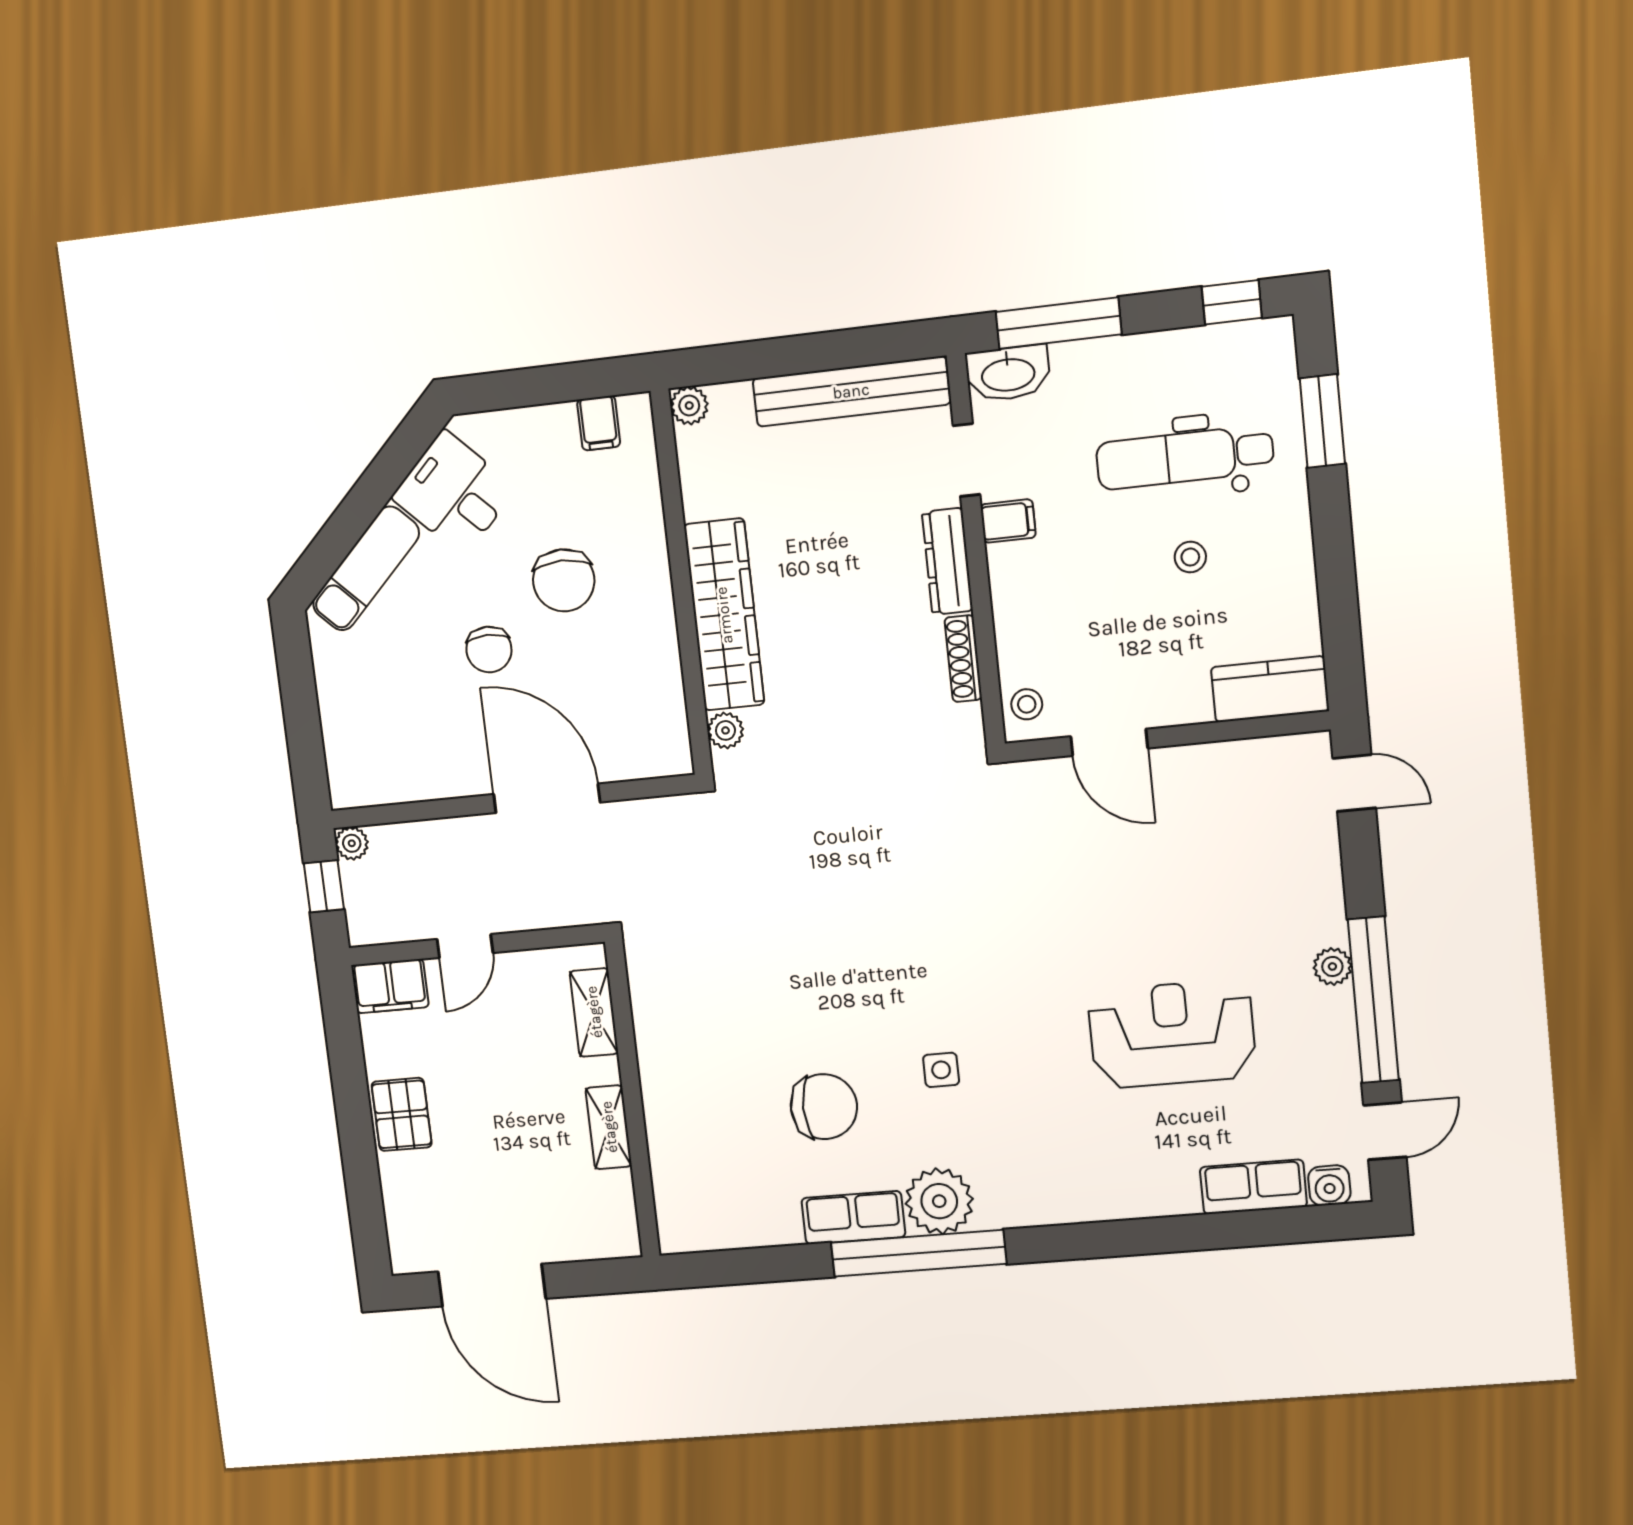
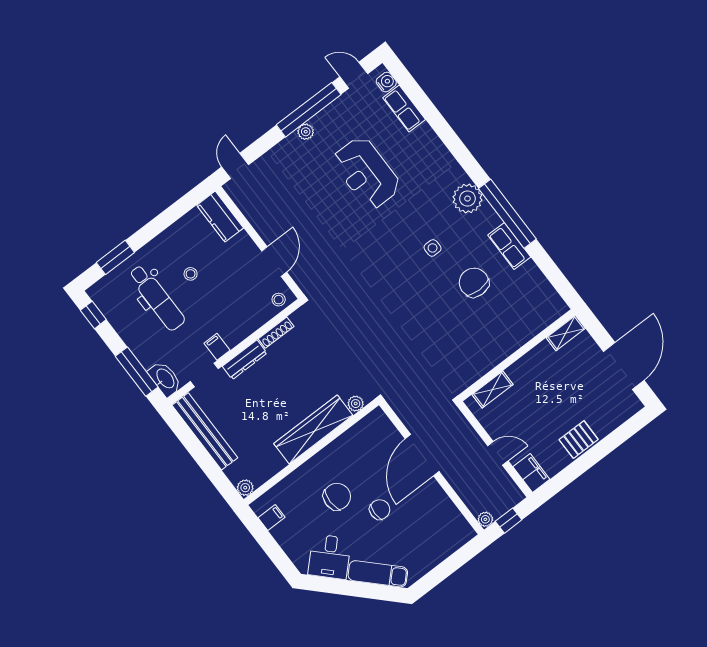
shelving: (609, 1127) -> (566, 333), moved
plant: (939, 1201) -> (467, 199), moved

